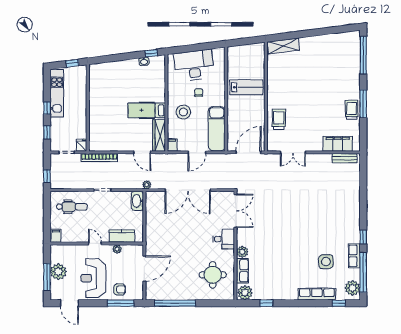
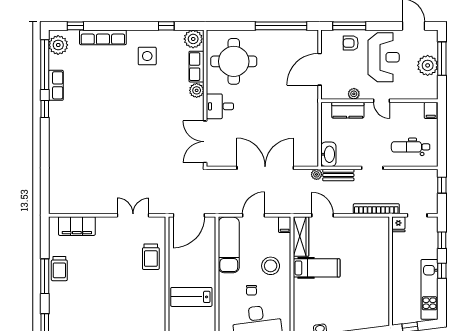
bench: (344, 158) -> (338, 175), moved
side table: (326, 262) -> (147, 56), moved
round table: (213, 275) -> (234, 61), width x1.36, depth x1.36

